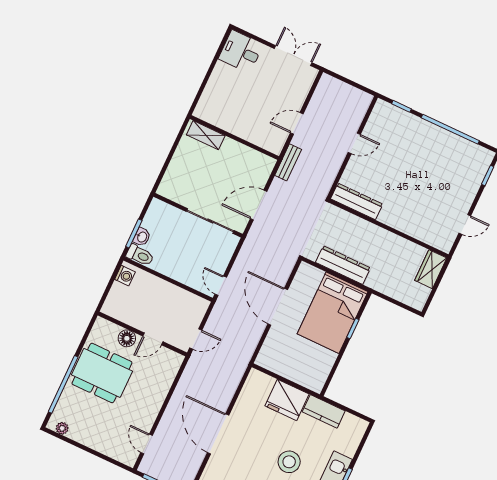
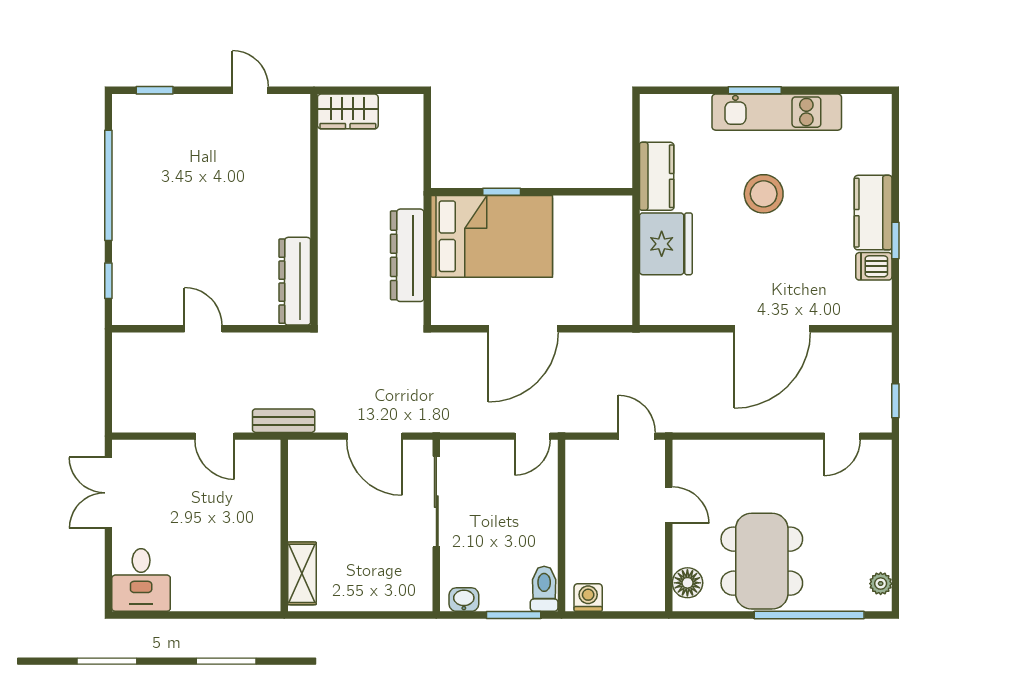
washbasin: (142, 237) -> (464, 600), moved
floor lamp: (127, 338) -> (687, 583), moved

